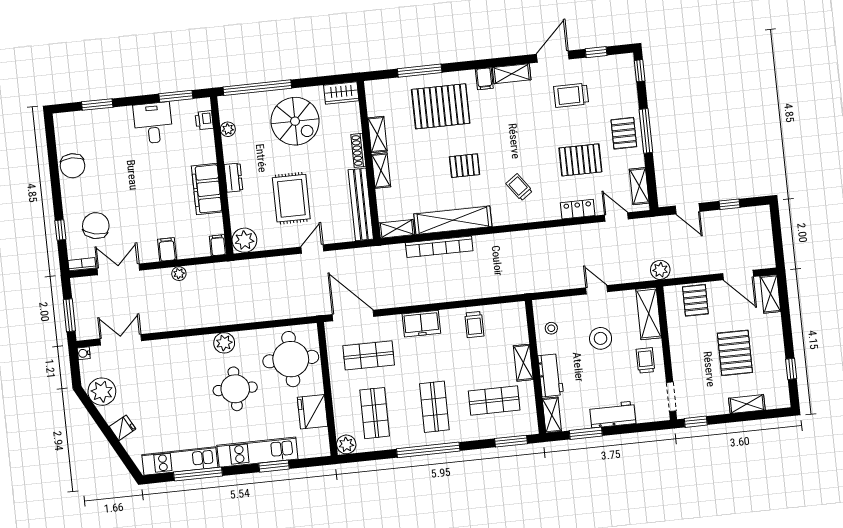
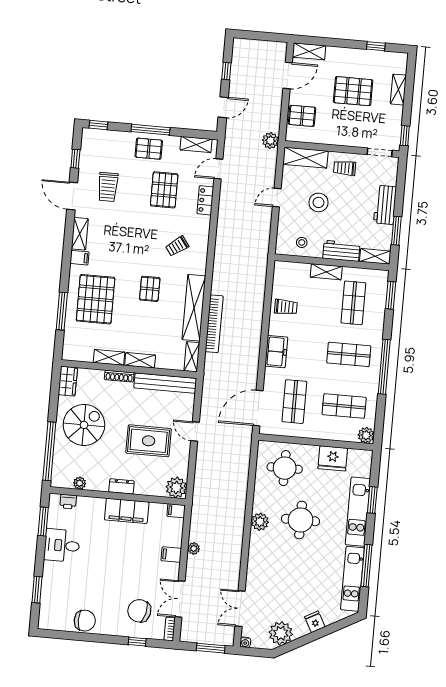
round table: (291, 359) -> (285, 468), width x0.73, depth x0.73

